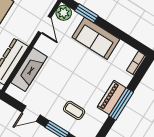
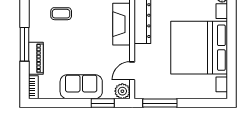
door: (45, 25) -> (132, 71), hinge flipped
piano: (112, 98) -> (36, 58), moved

